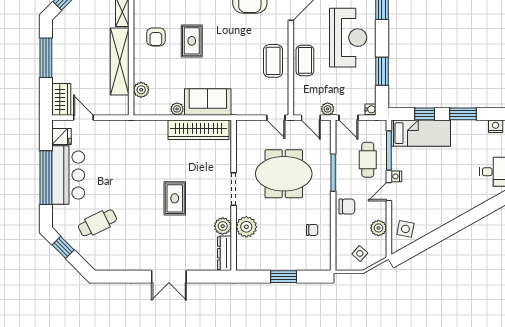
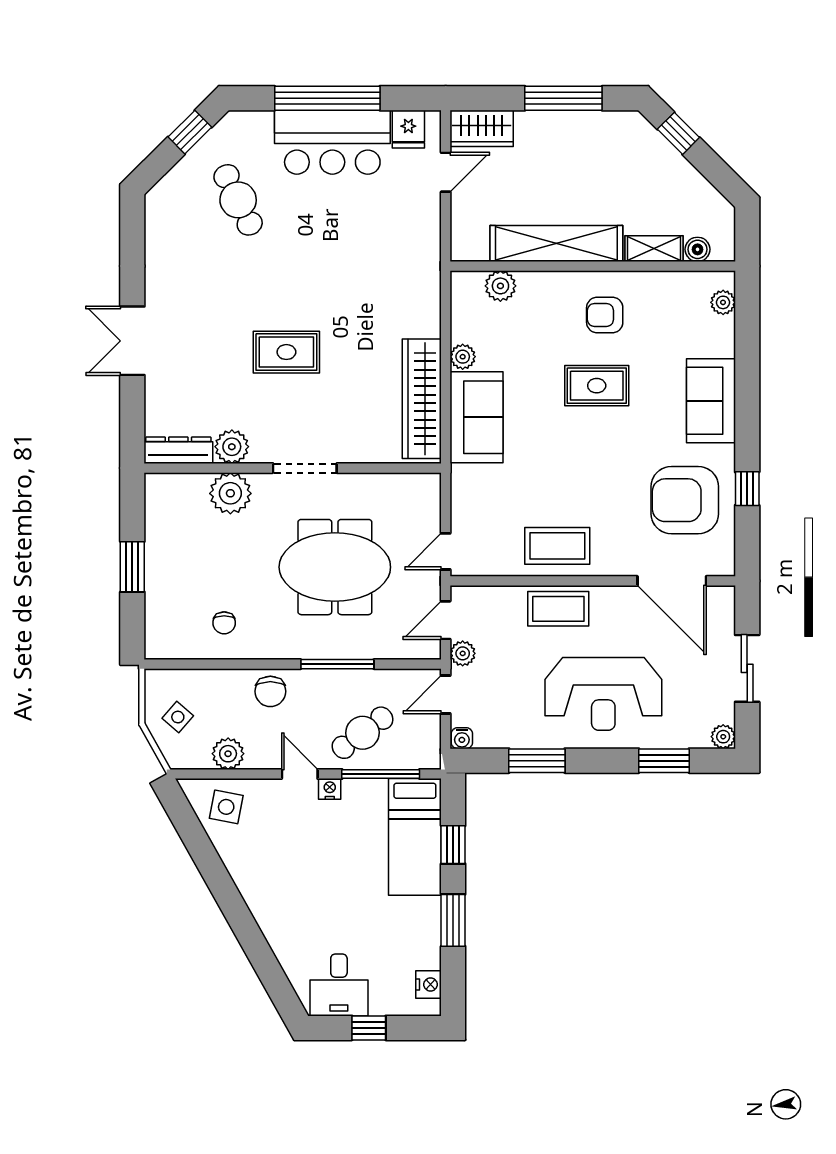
cafe table: (368, 160) -> (363, 733), turned -37
meeting table: (284, 174) -> (335, 567), turned 90

